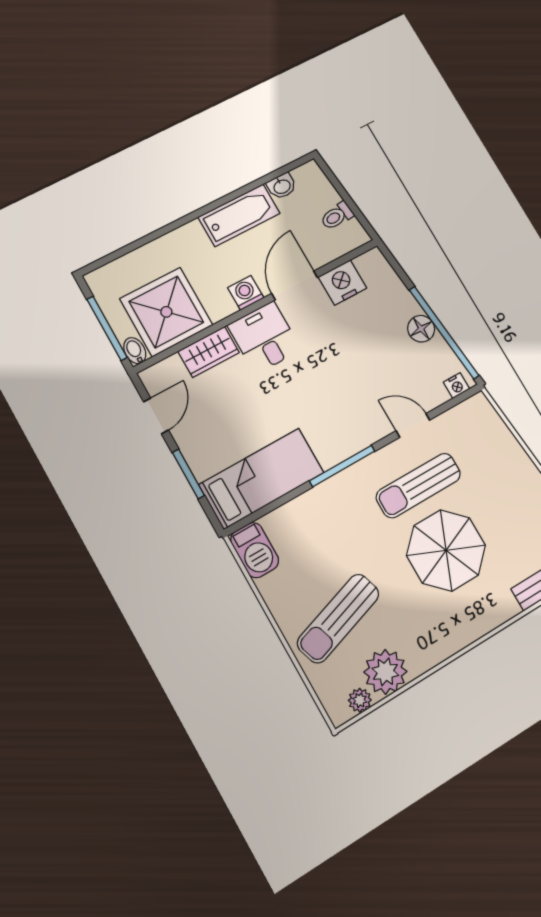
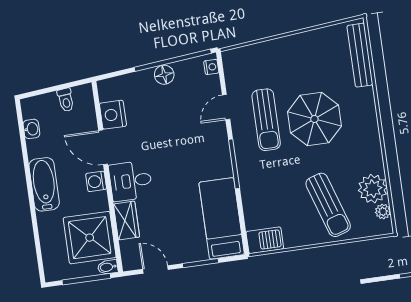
bathtub: (239, 215) -> (44, 184), moved

